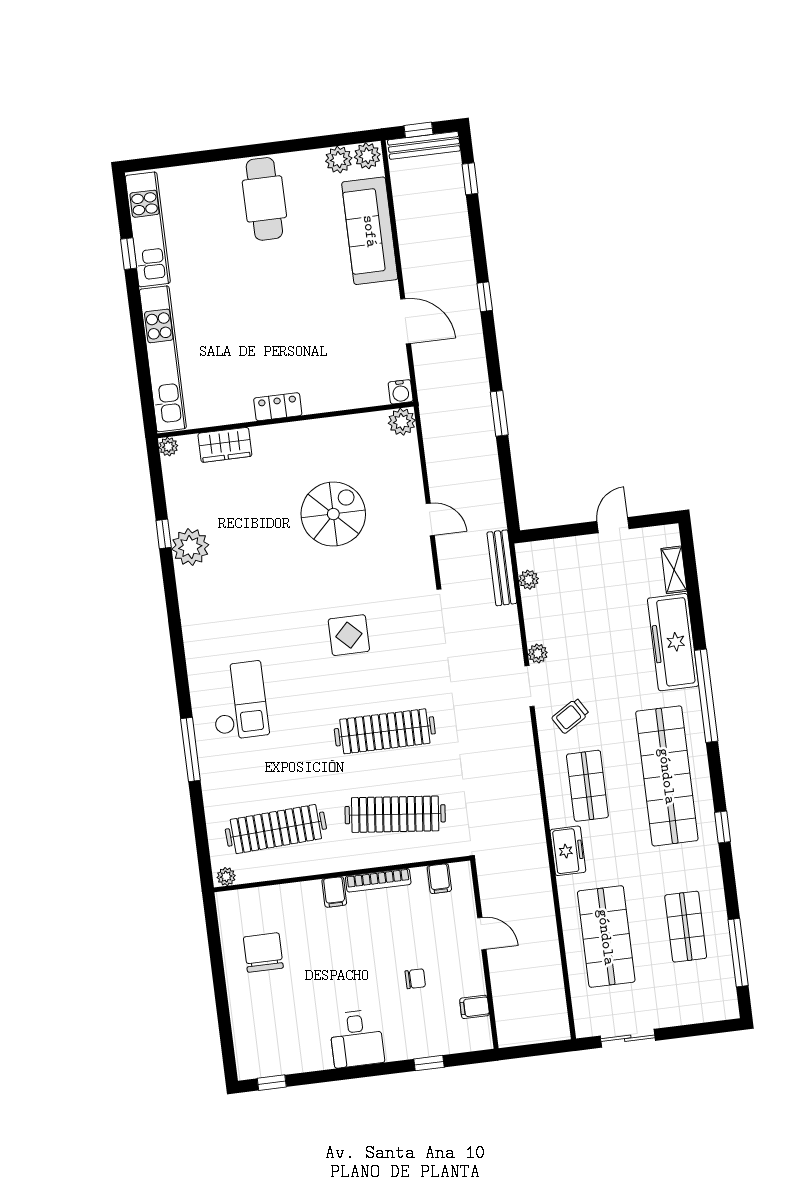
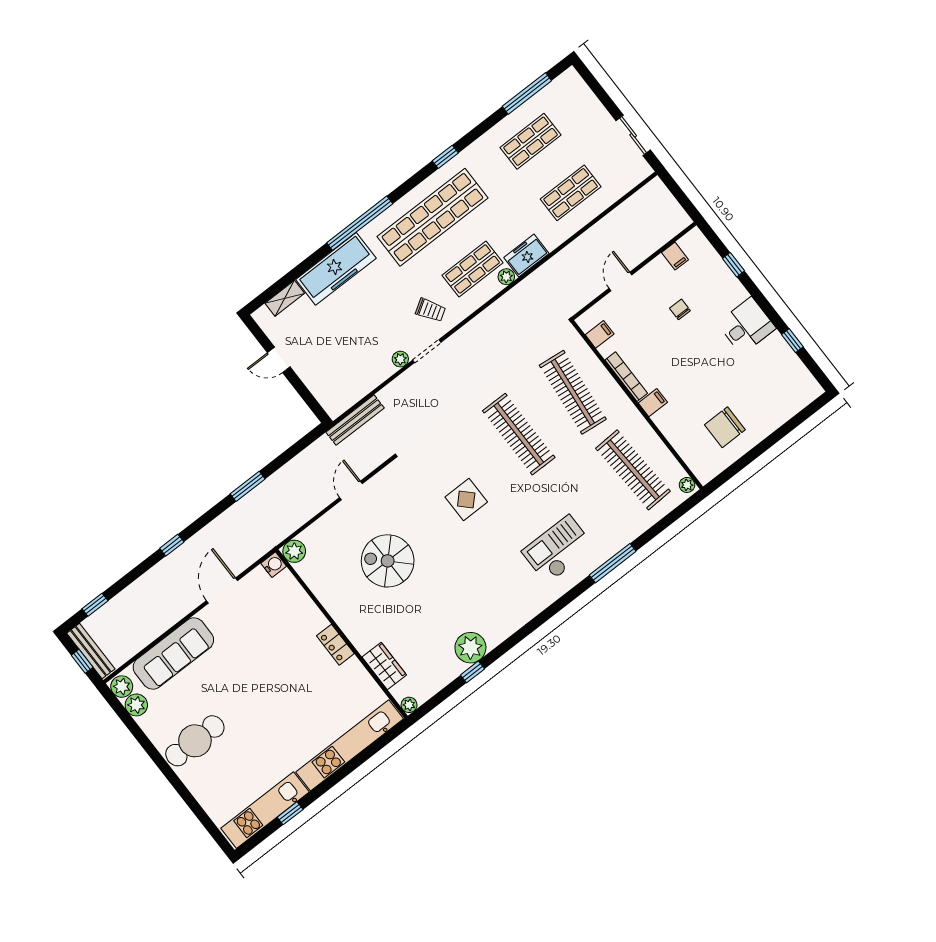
plant: (529, 580) -> (506, 277), moved
shop shelf: (606, 937) -> (571, 193), width x0.70, depth x0.74
window: (272, 1083) -> (792, 341), moved

